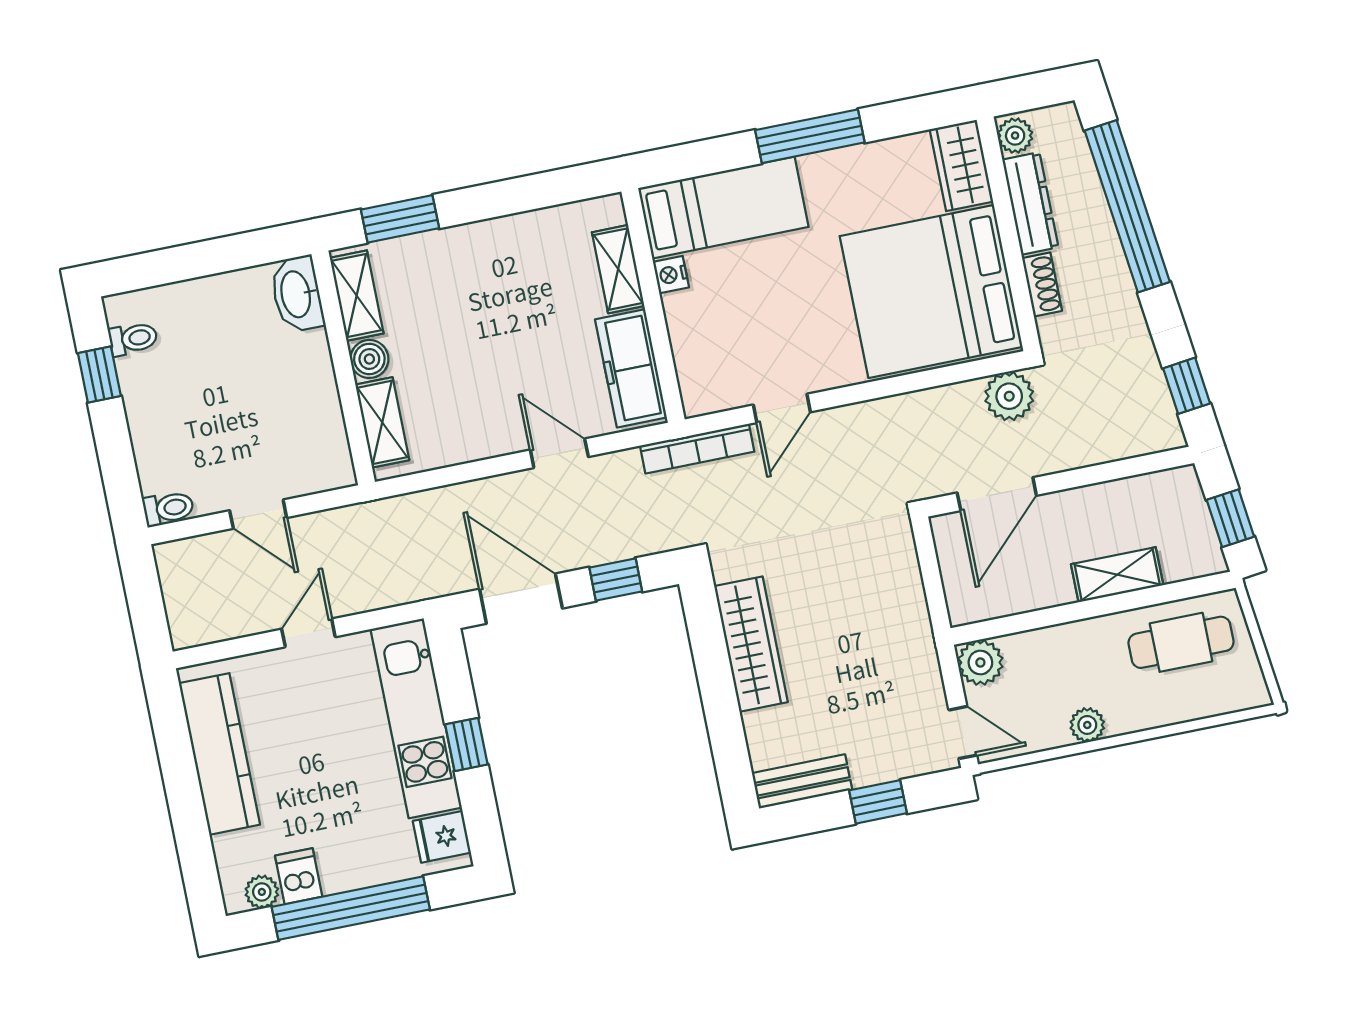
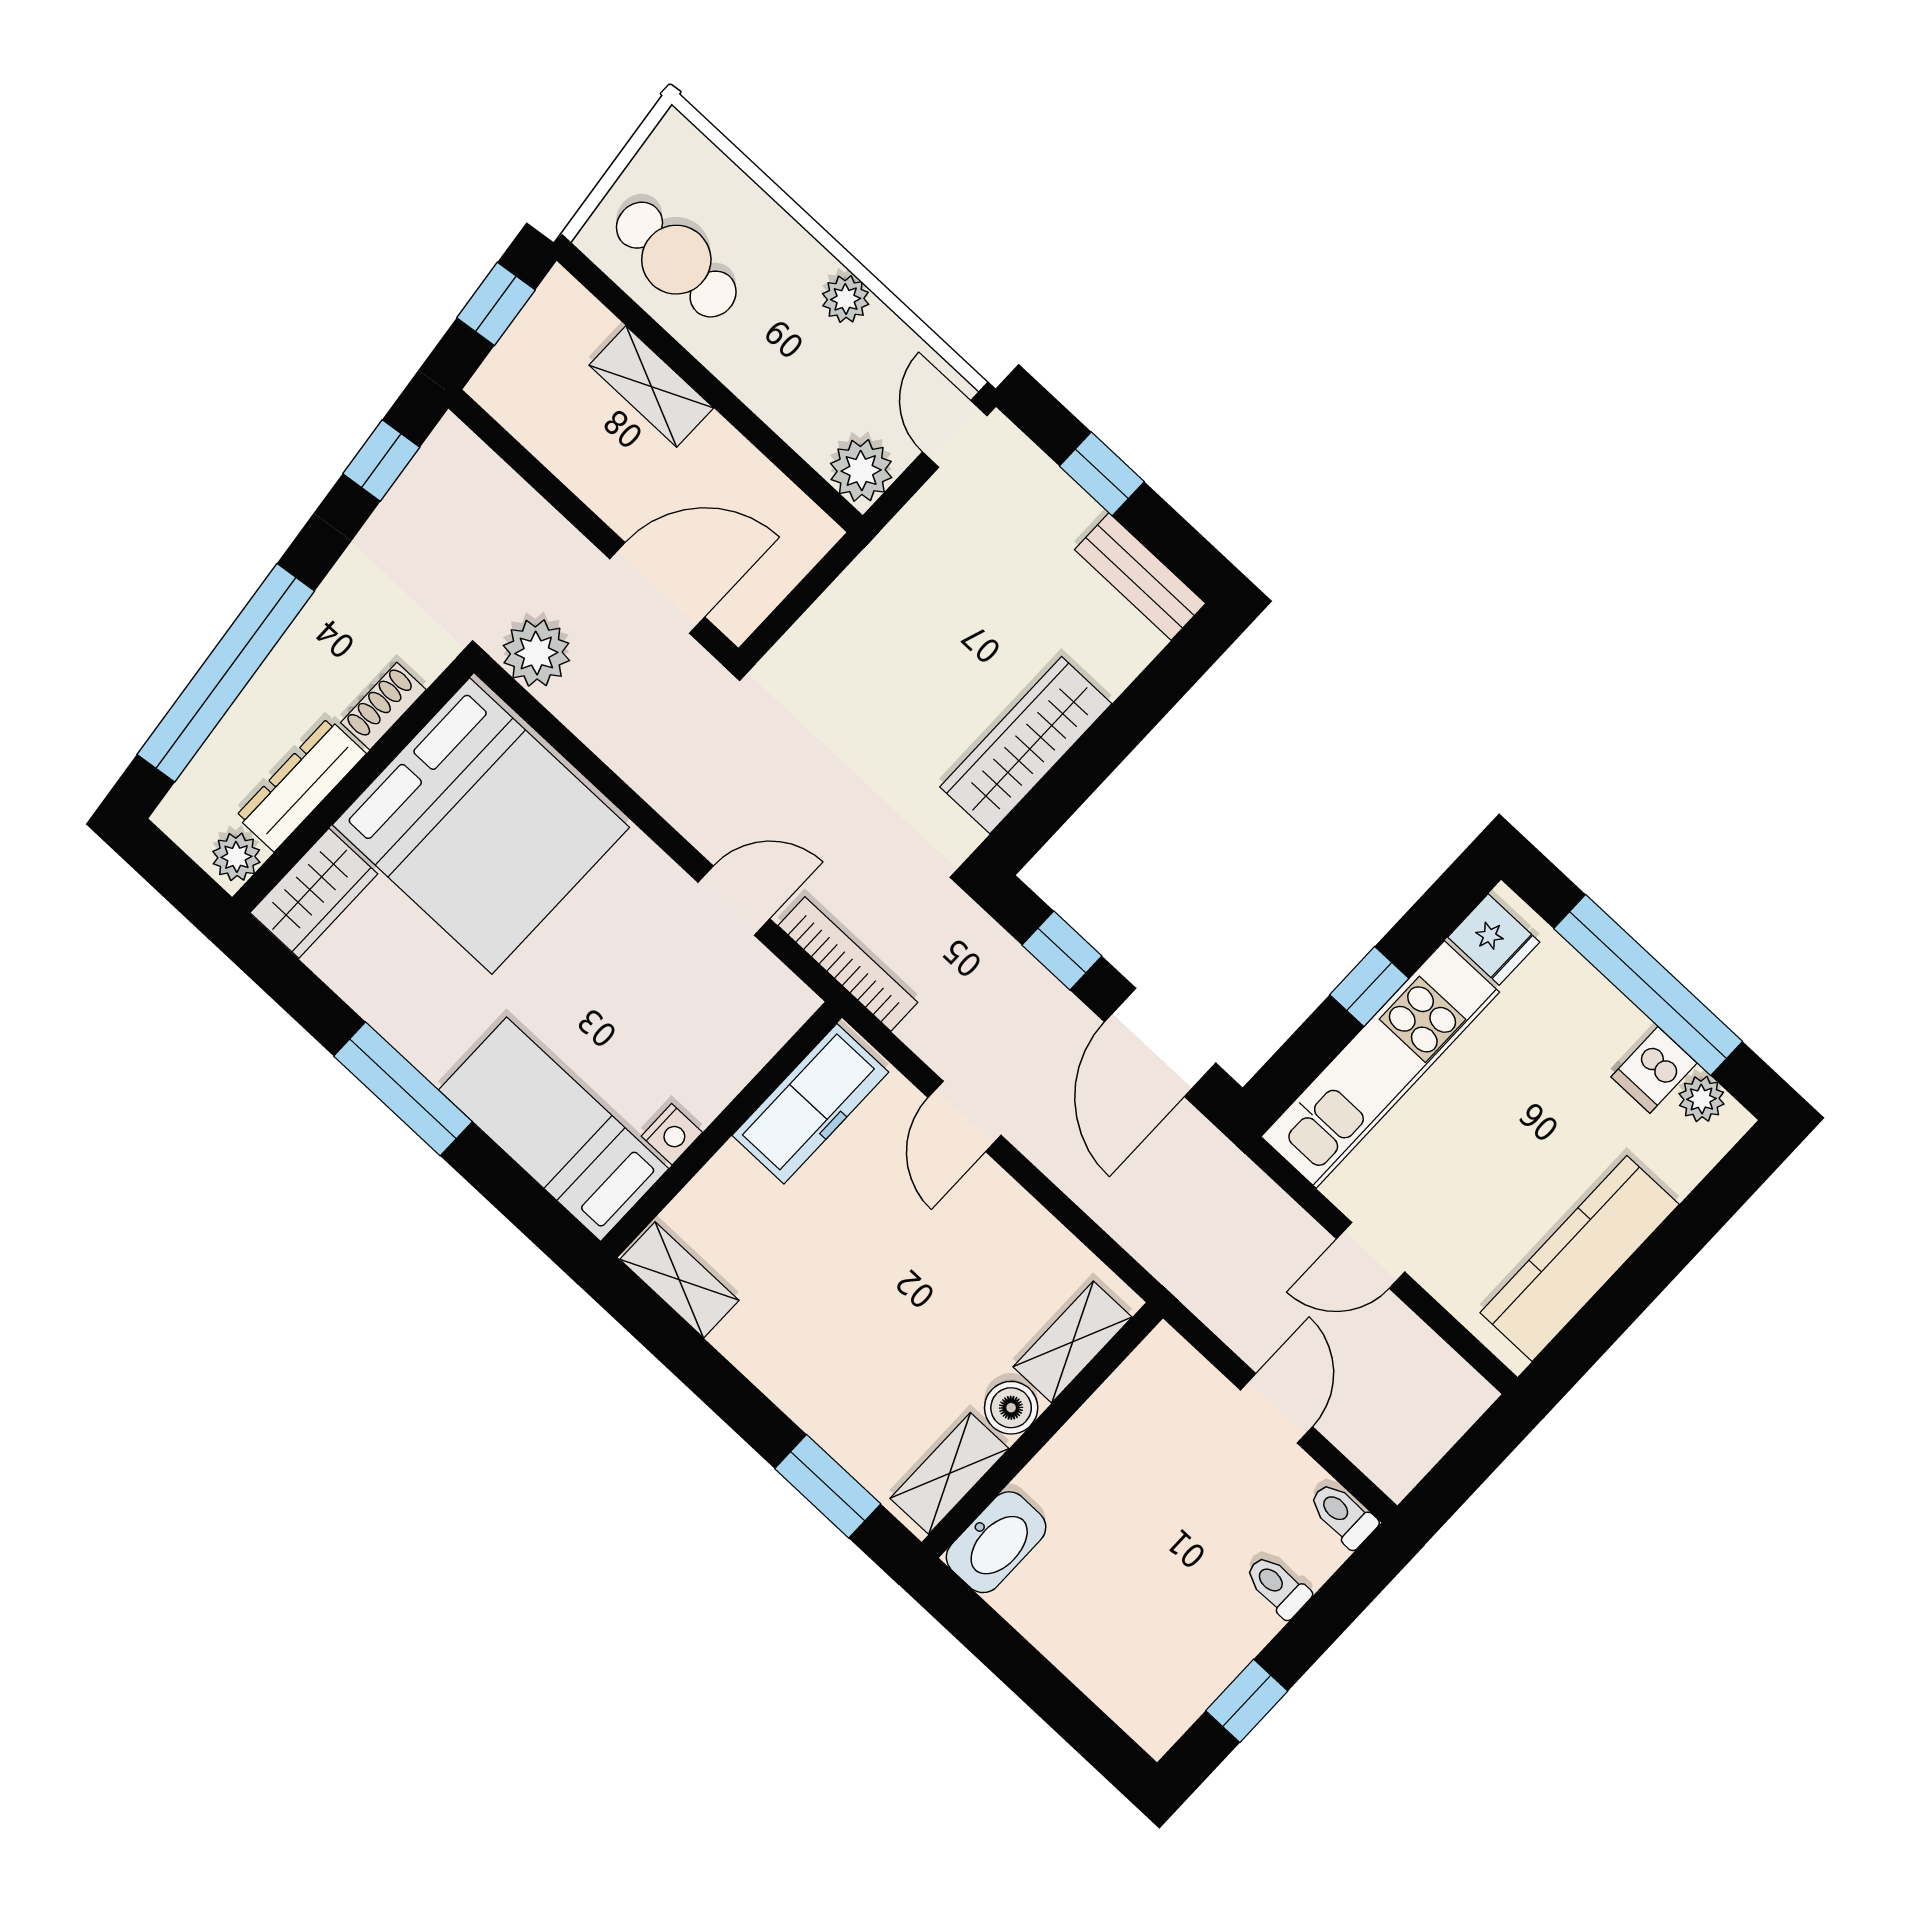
shelving: (618, 269) -> (679, 1280), moved, turned 90
toilet: (133, 339) -> (1277, 1586), moved

